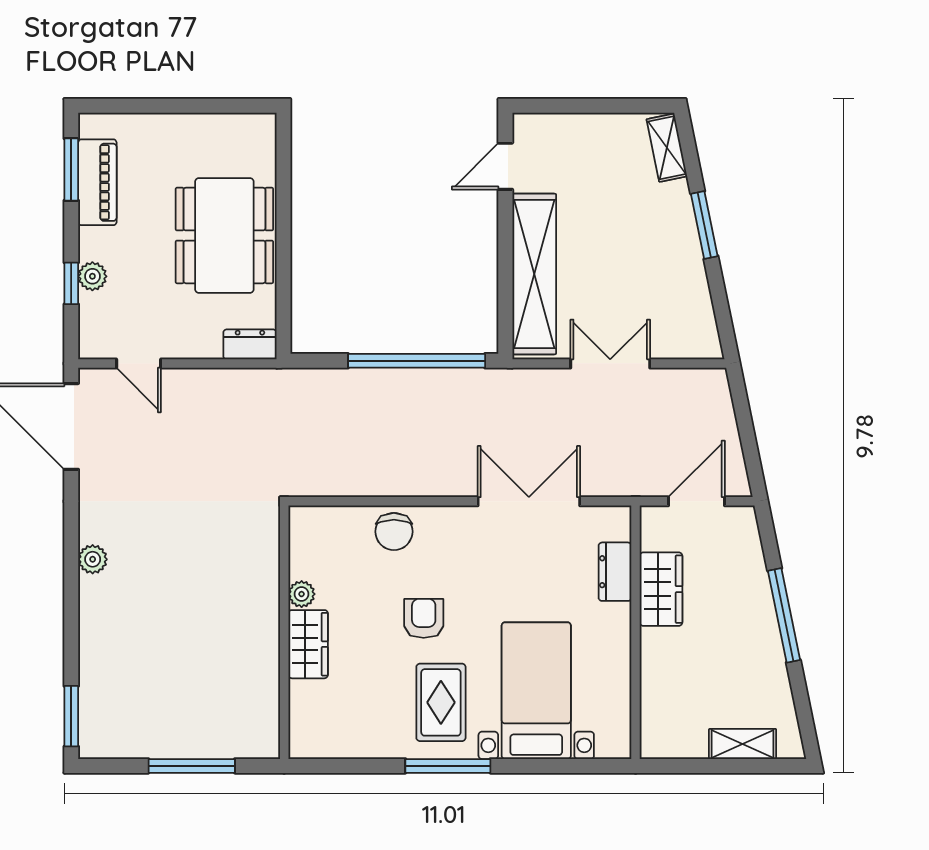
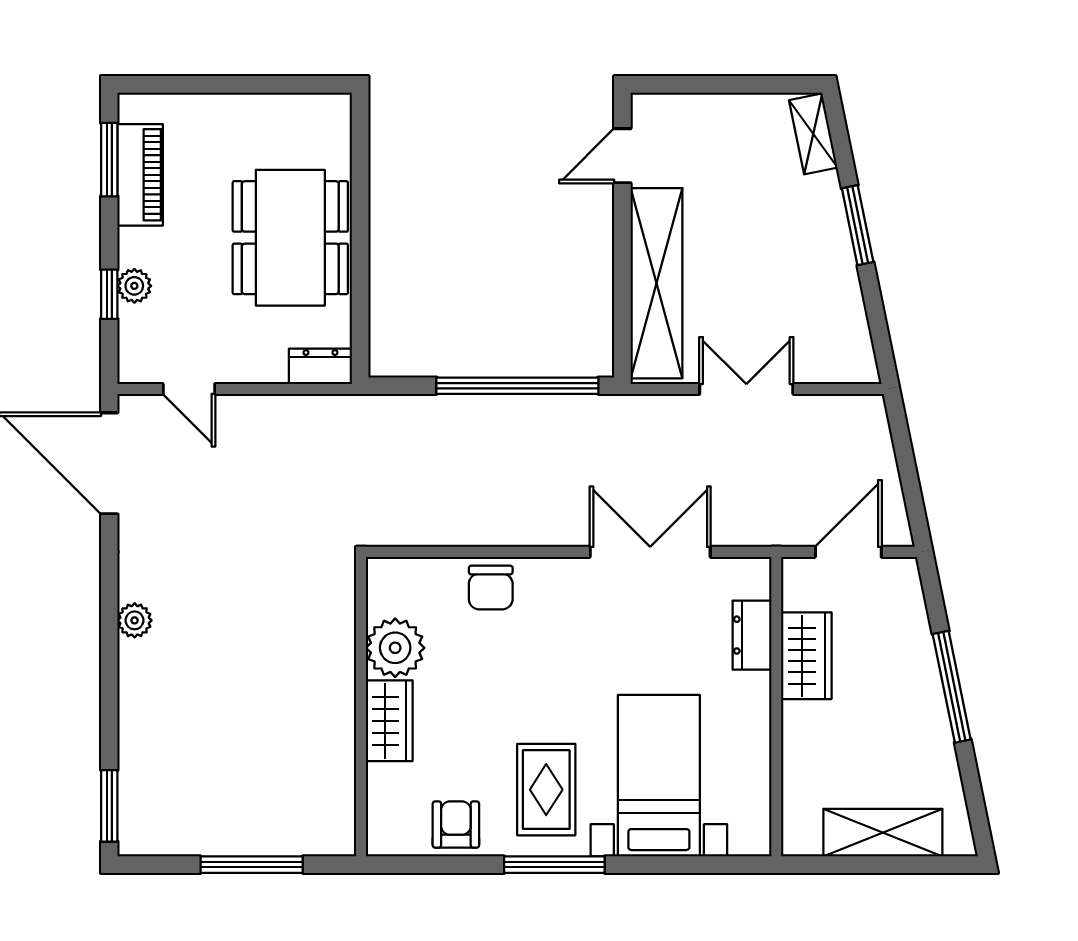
plant: (302, 594) -> (395, 648), width x1.88, depth x1.88
armchair: (424, 618) -> (456, 825), moved
shelving: (743, 744) -> (883, 833), width x1.50, depth x1.33

